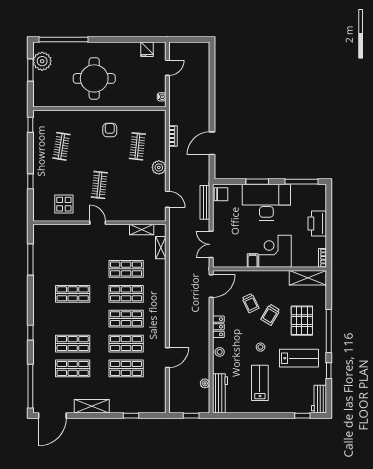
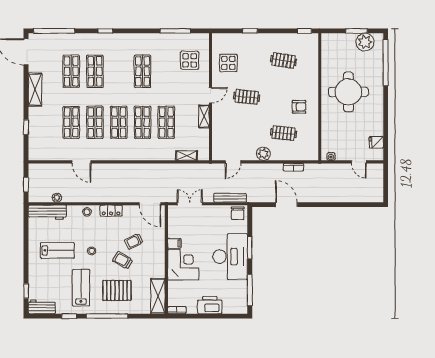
shelving: (142, 230) -> (204, 116), moved
display table: (61, 245) -> (190, 60), added
lab bench: (299, 358) -> (81, 288), turned 180

